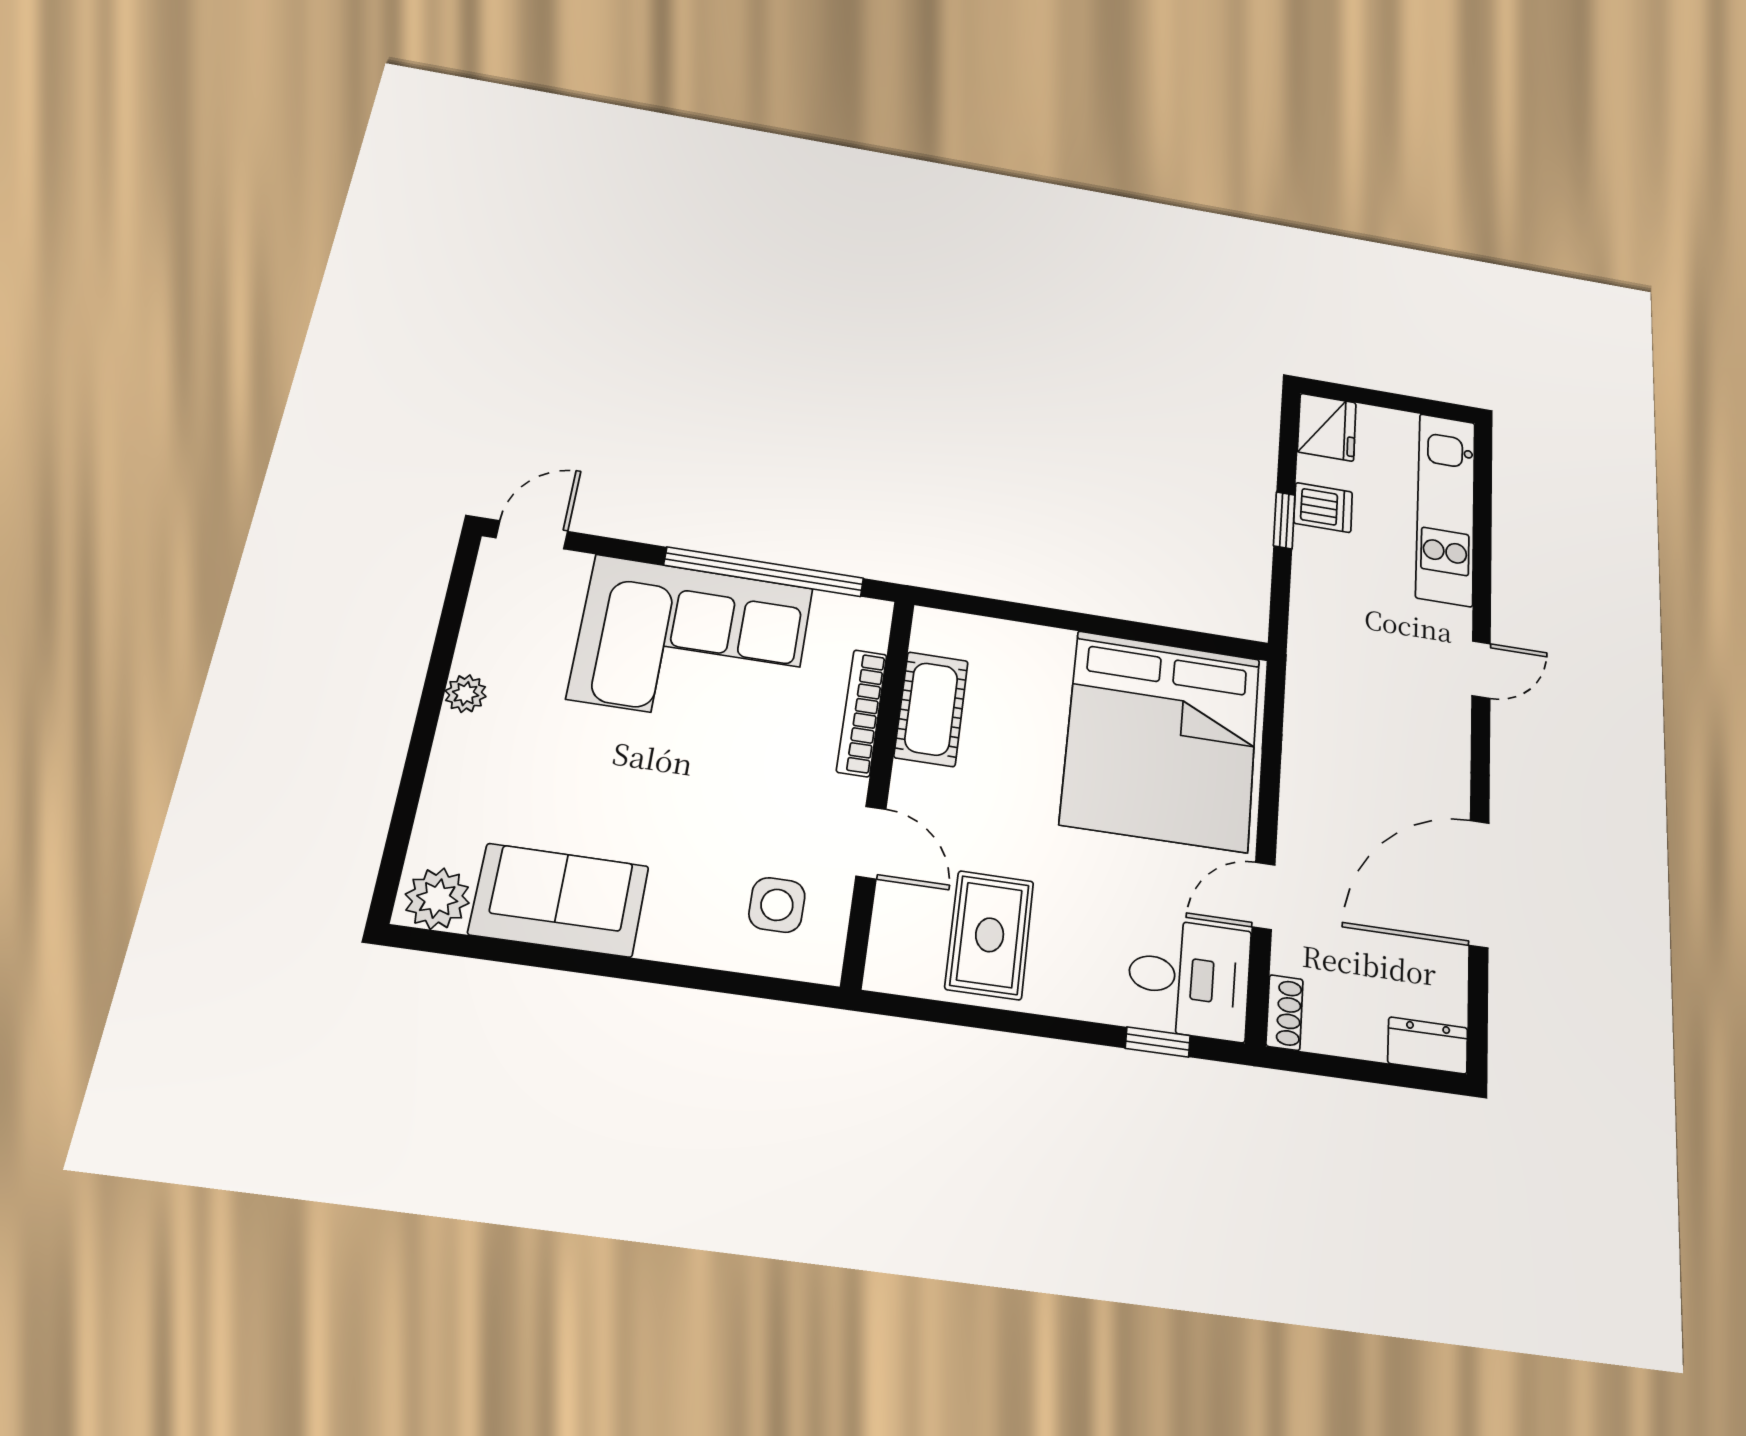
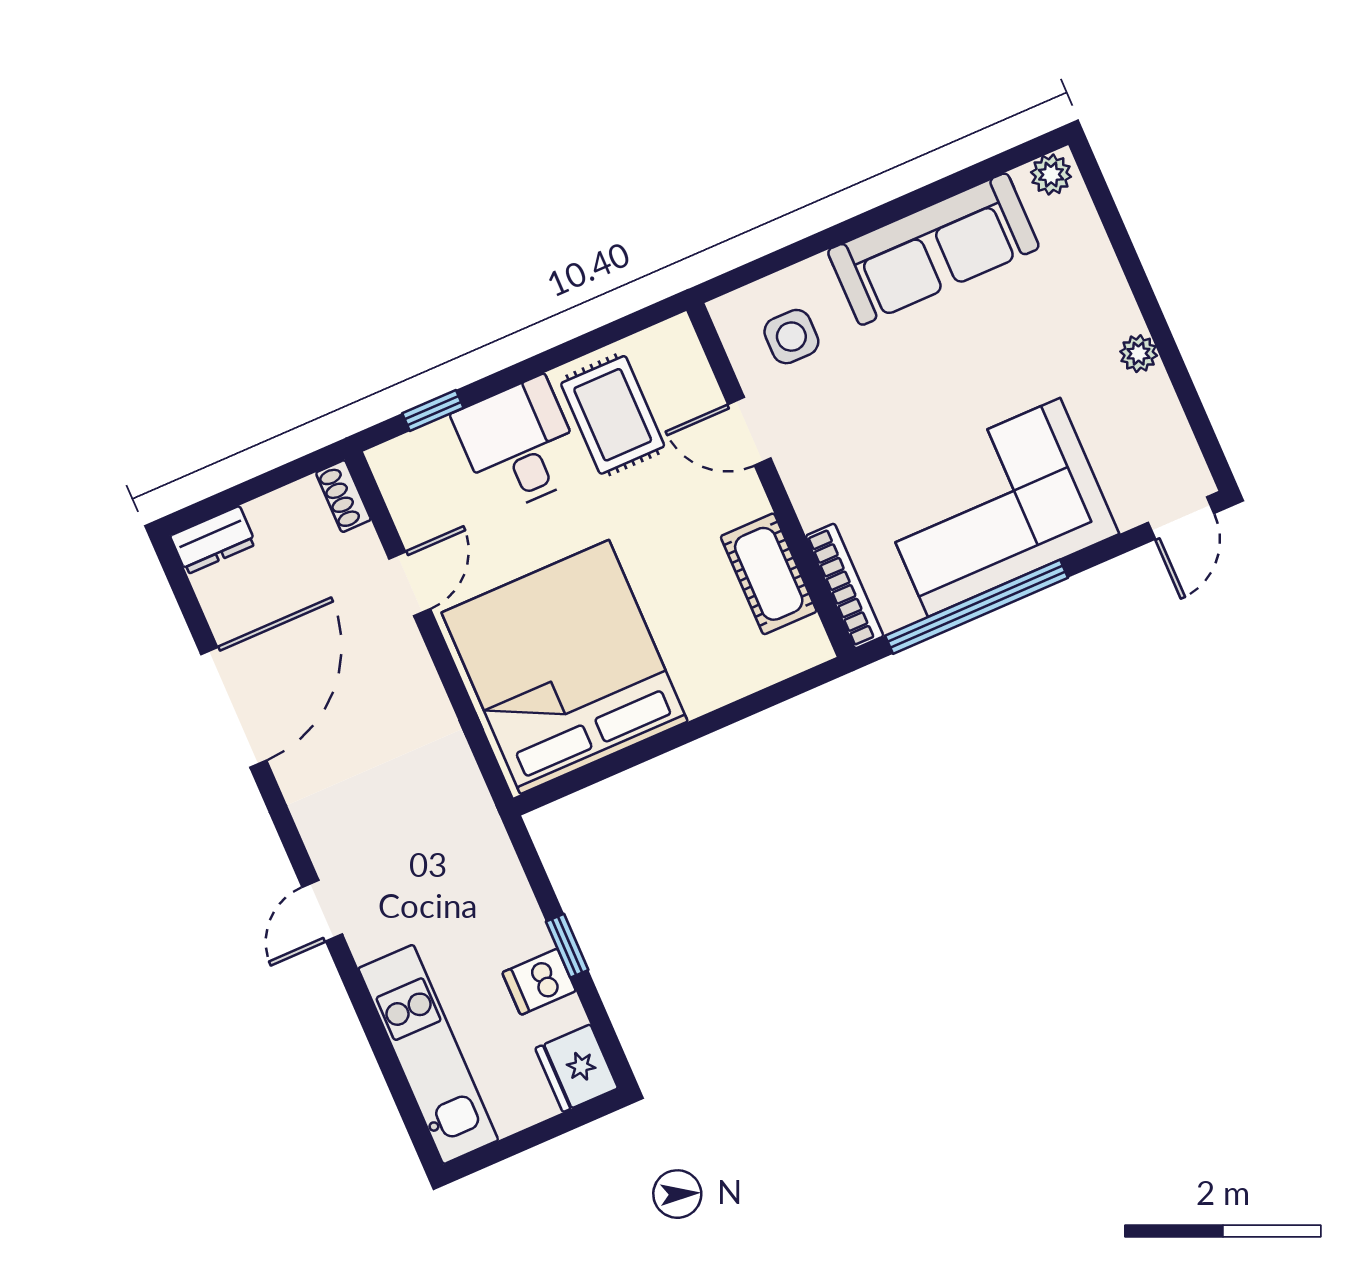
bookcase: (862, 713) -> (845, 586), moved
plant: (437, 899) -> (1051, 175), width x0.73, depth x0.73
sofa: (559, 900) -> (933, 249), width x1.36
desk: (1189, 978) -> (519, 445), moved, turned 90

